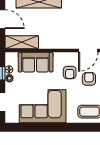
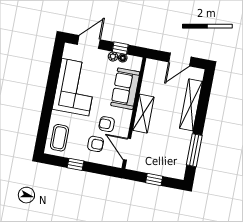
shelving: (22, 42) -> (143, 114), moved

